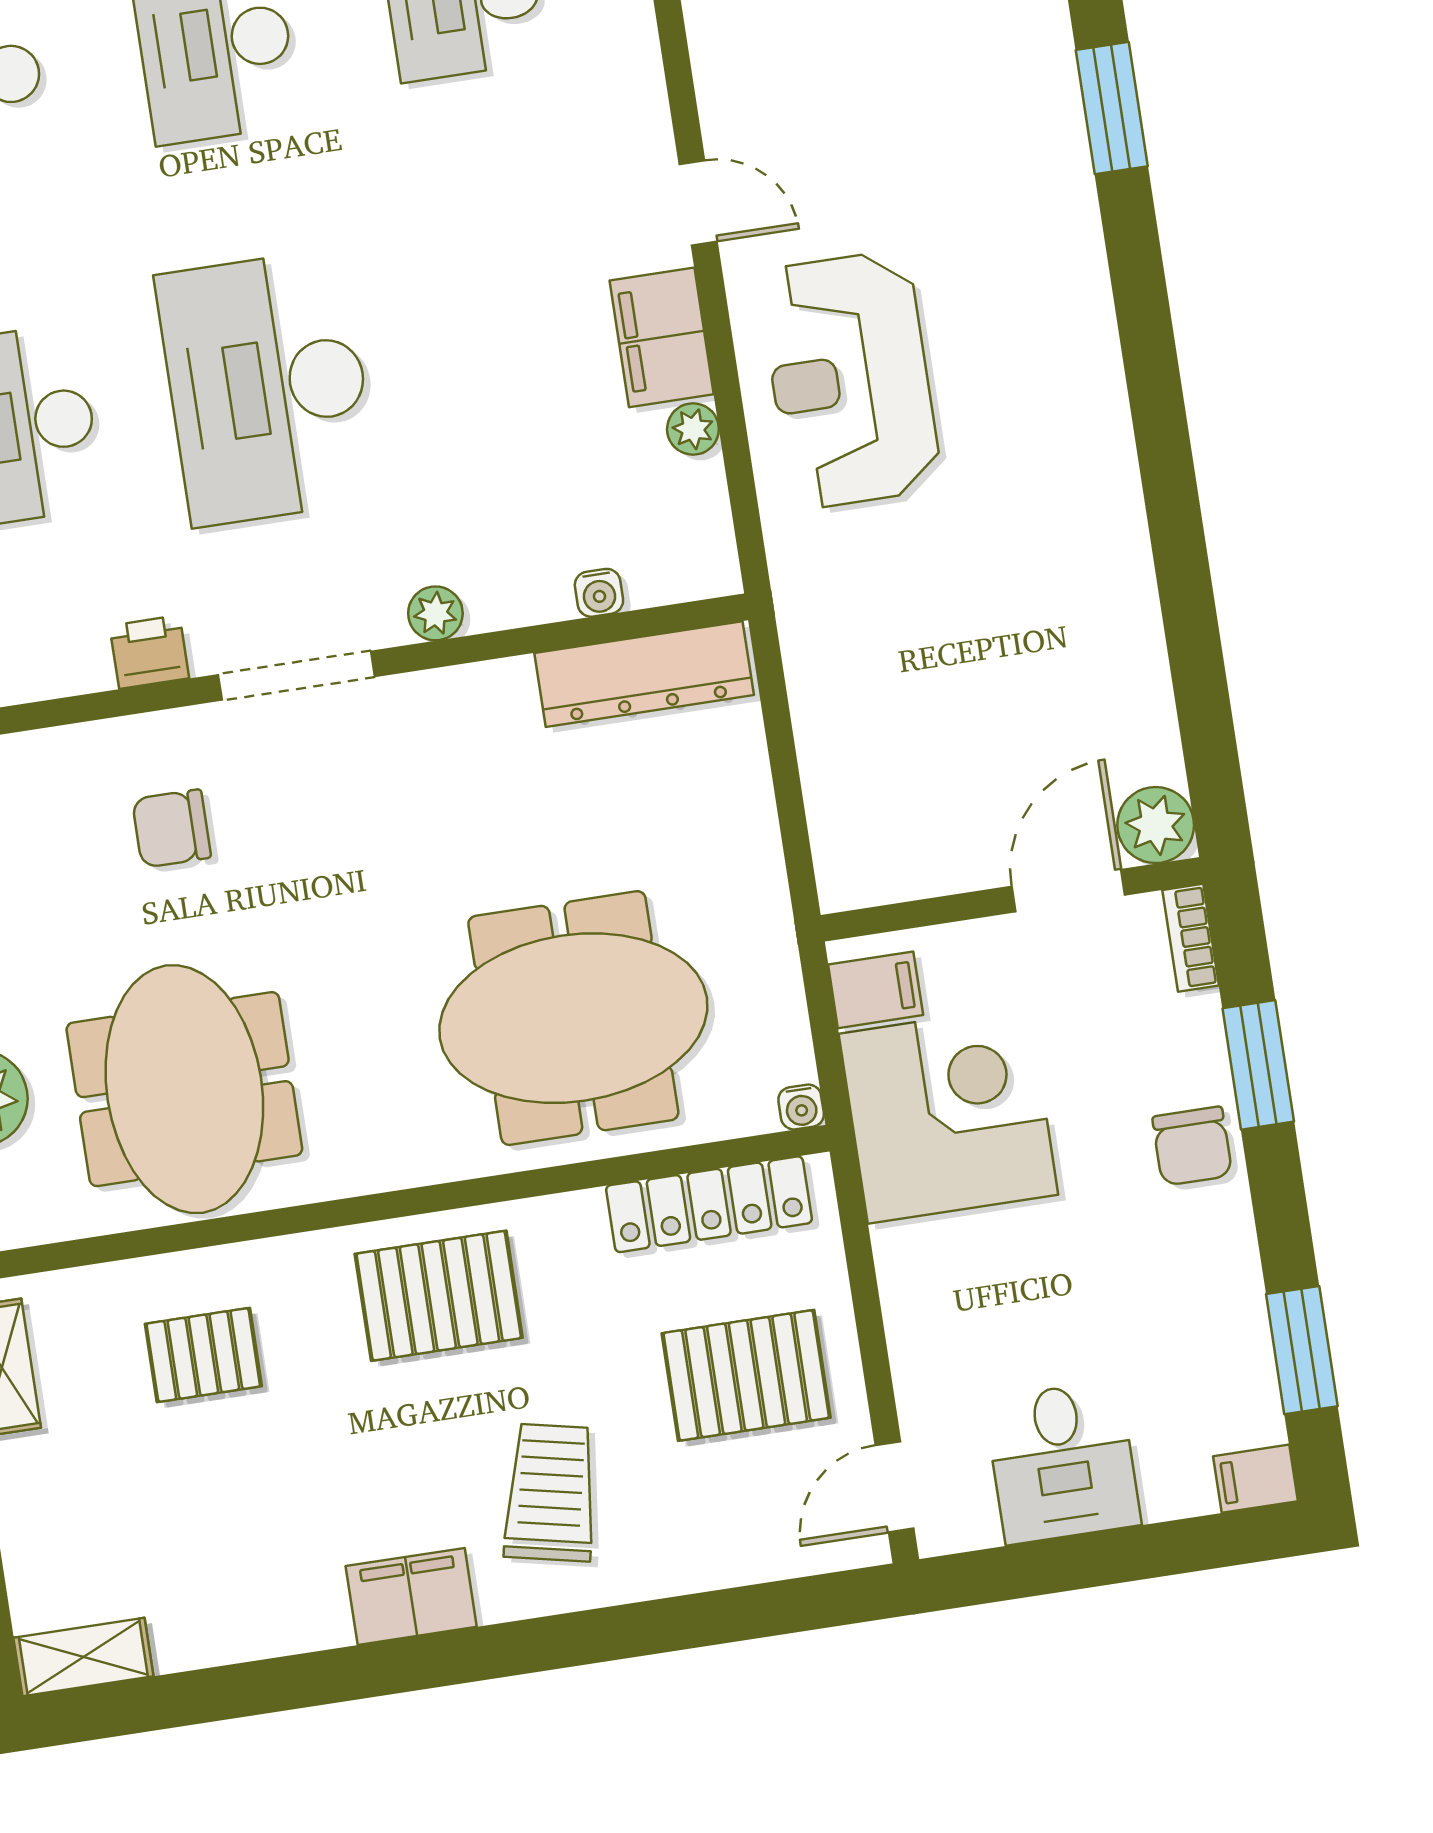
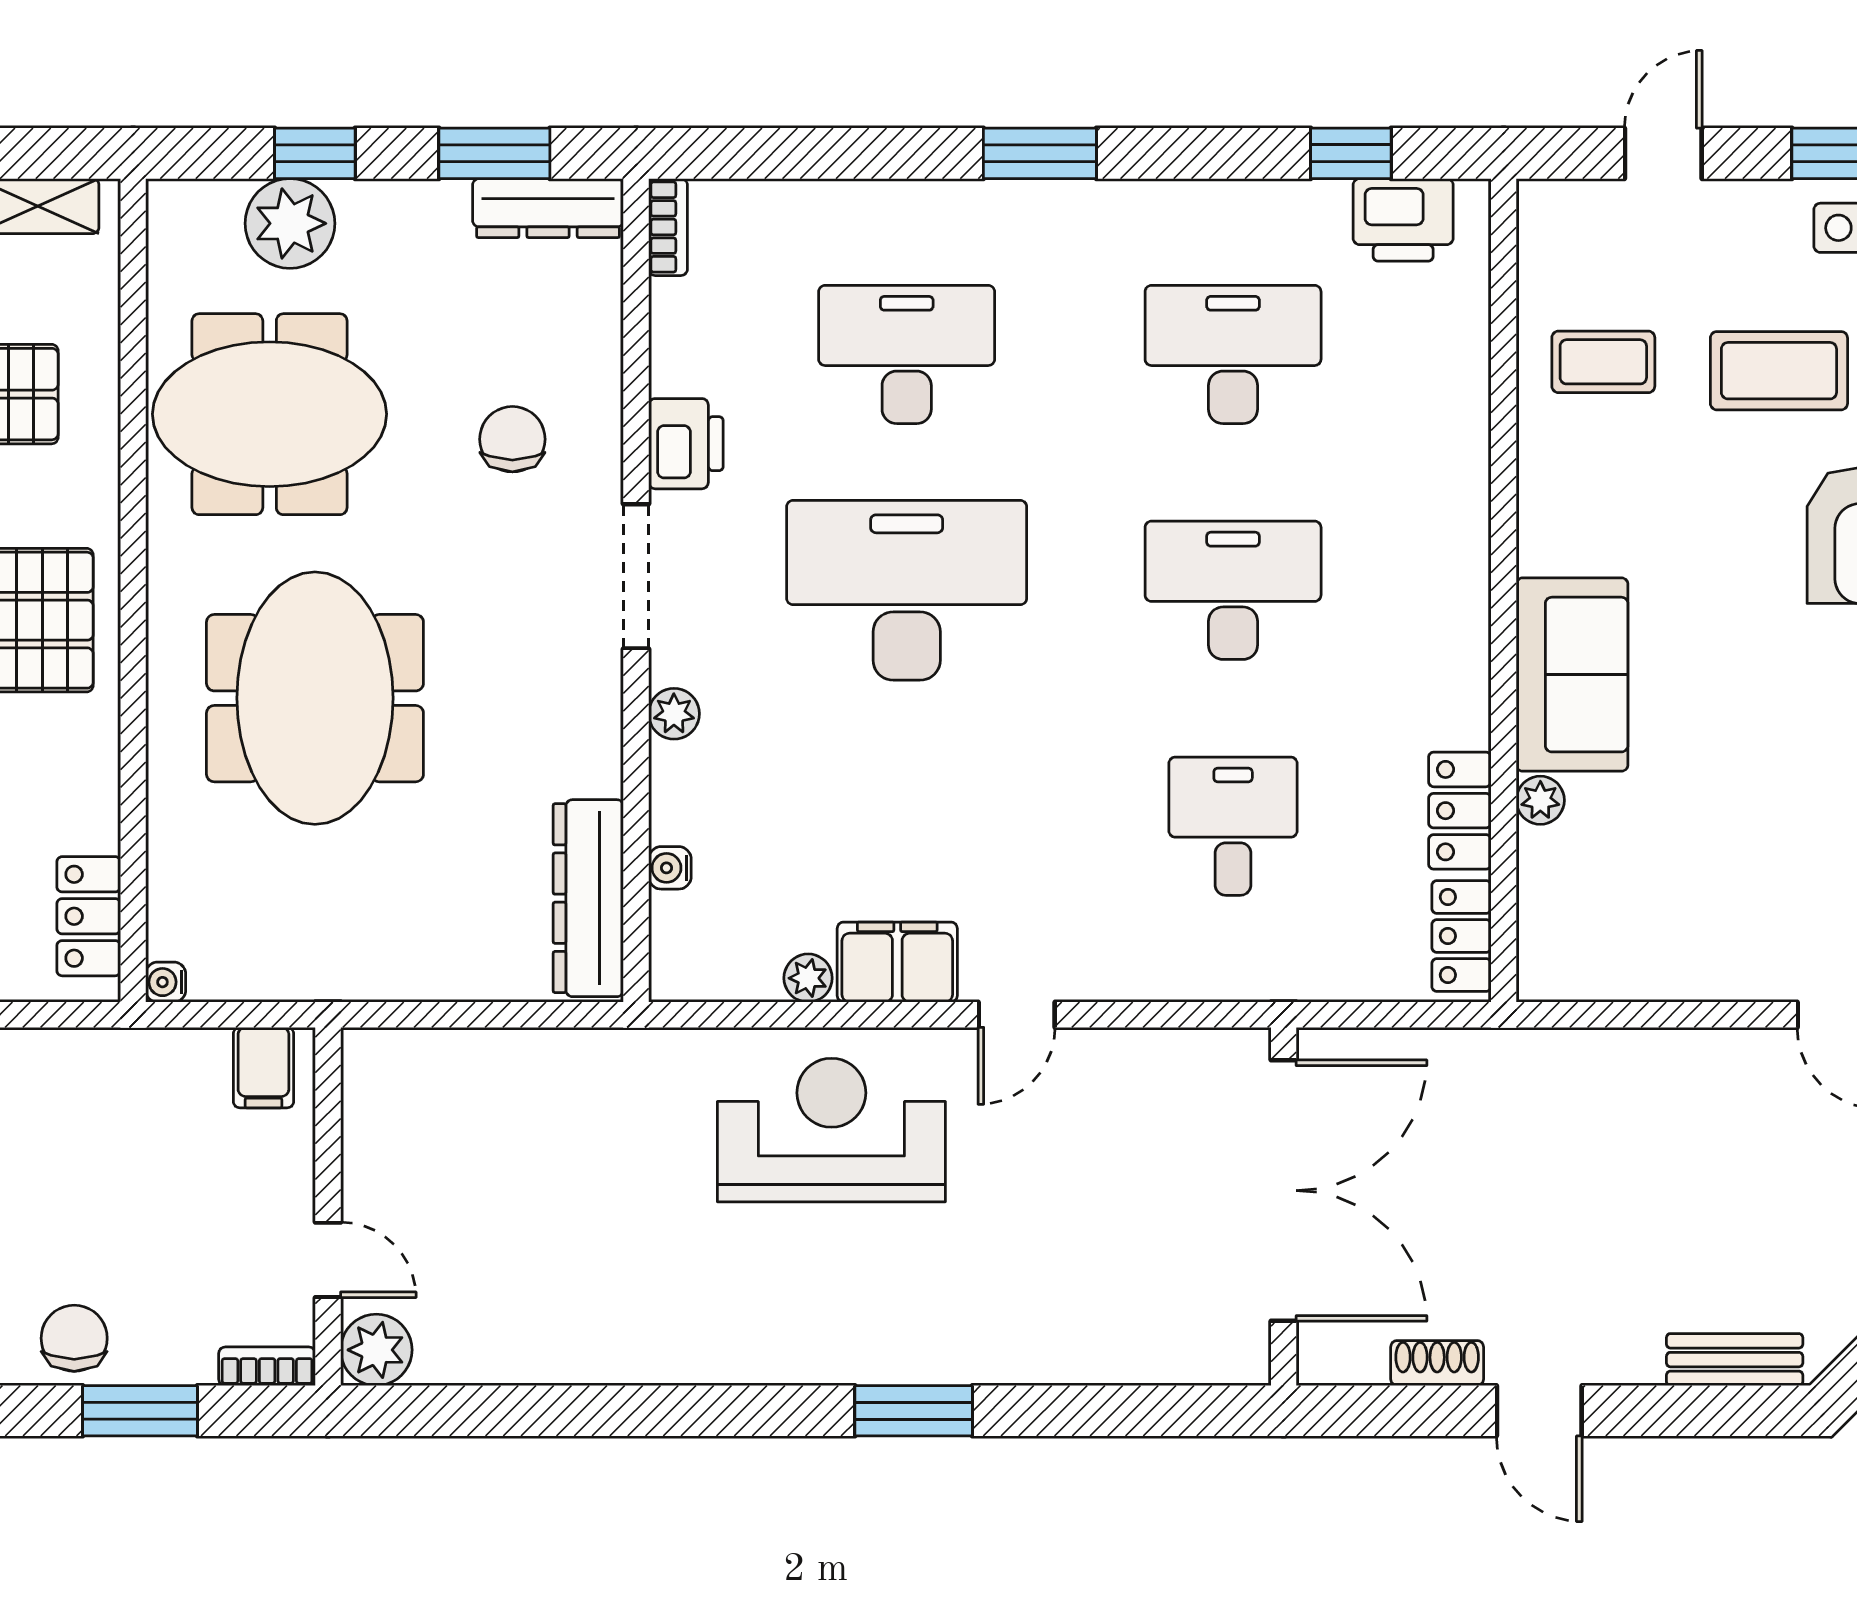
window: (1112, 108) -> (914, 1411), moved
printer: (149, 652) -> (686, 444), width x1.36, depth x1.24
door: (1068, 891) -> (328, 1260), width x0.73
meeting table: (573, 1018) -> (315, 698), moved
corner desk: (948, 1114) -> (138, 1117), removed
chair: (1192, 1146) -> (74, 1338), turned 90
locker: (709, 1204) -> (89, 916), width x0.66

